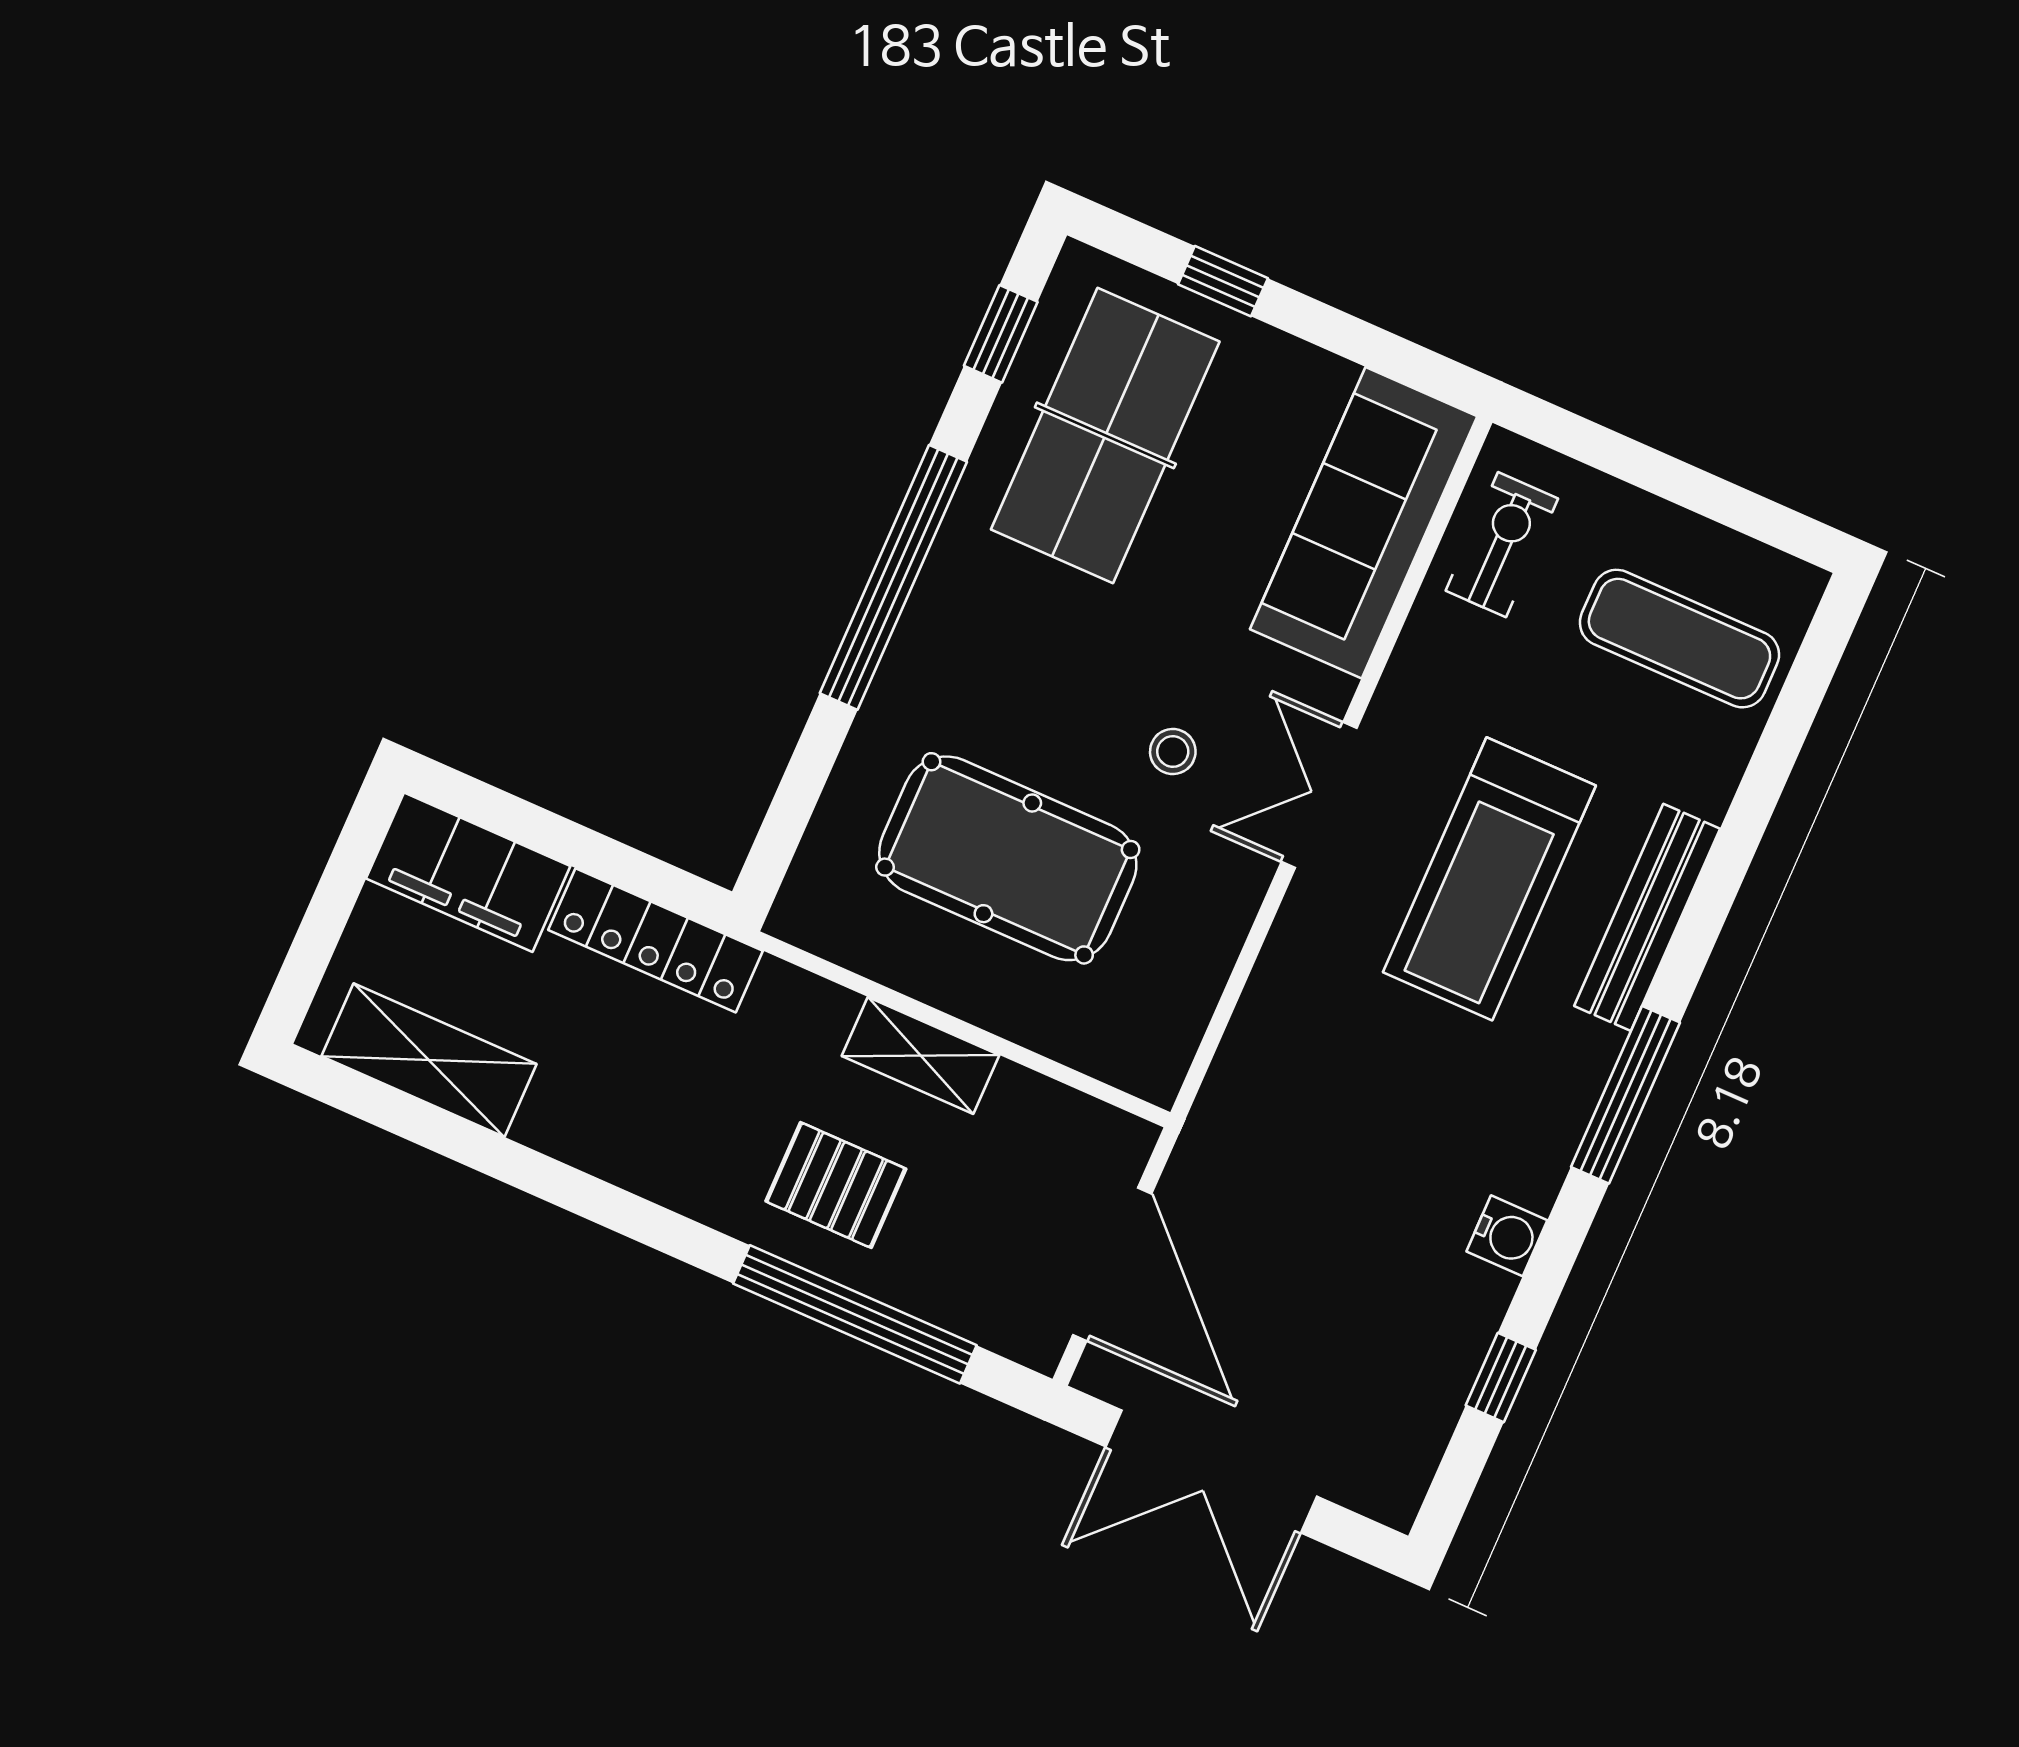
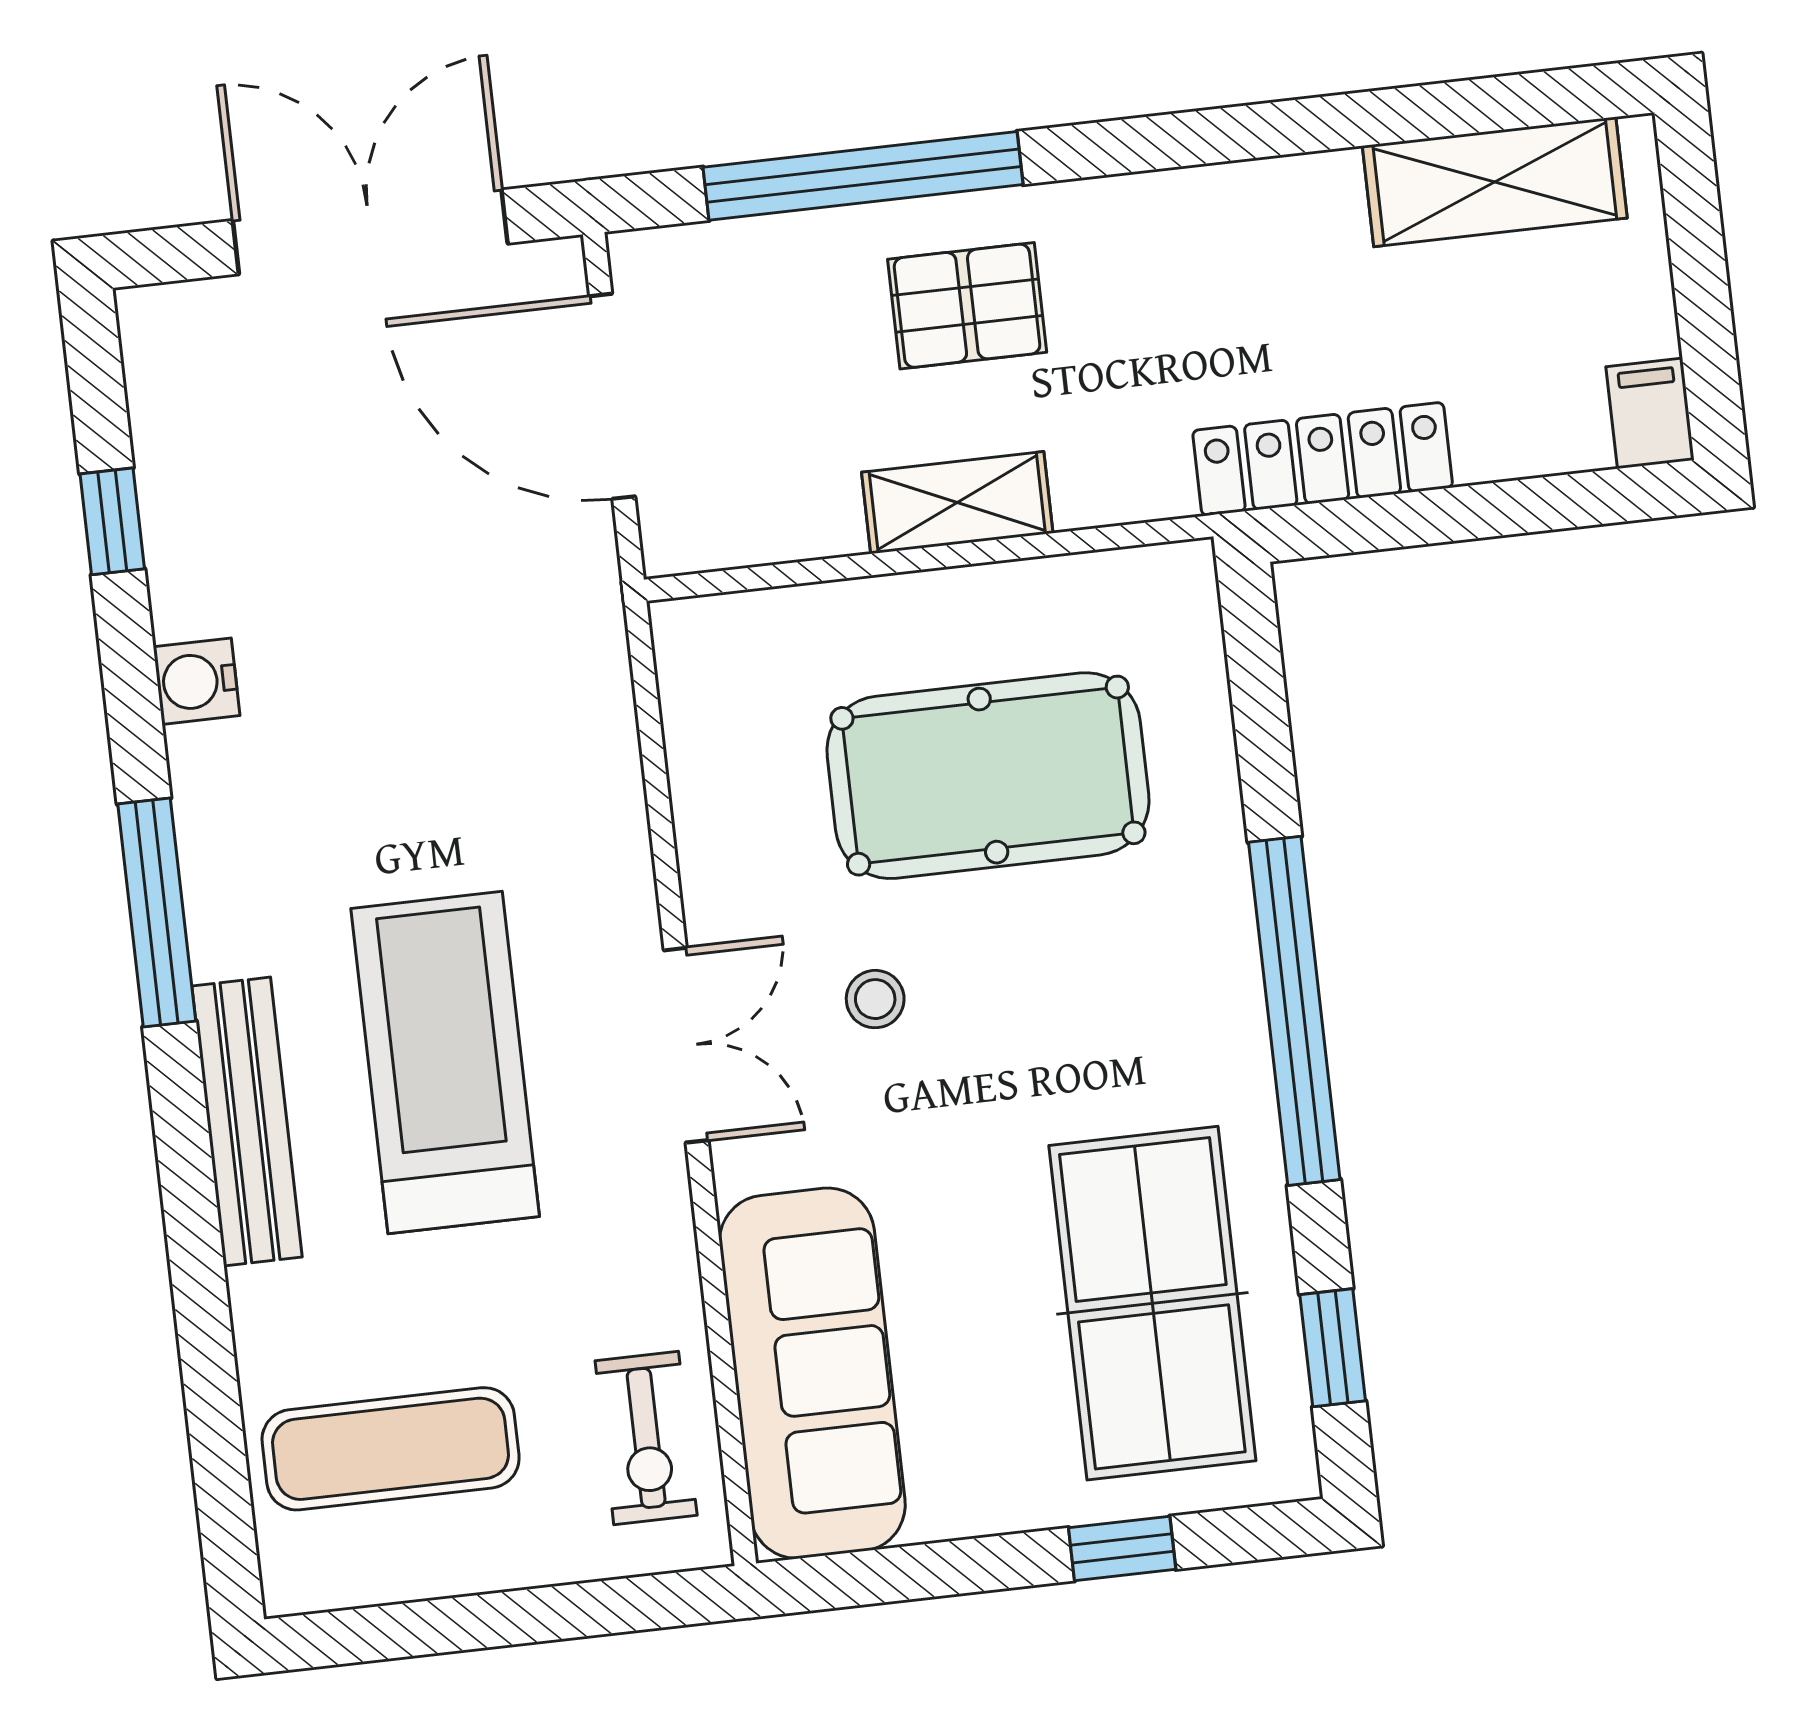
filing cabinet: (468, 872) -> (1650, 413), width x0.33, depth x0.86

